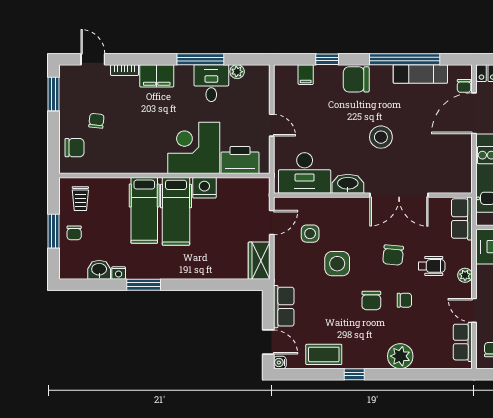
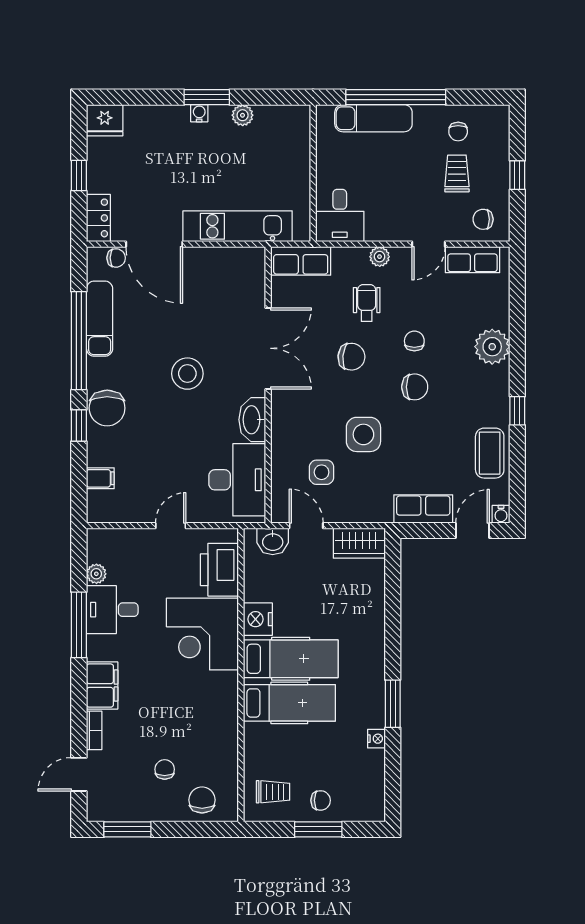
window: (327, 59) -> (79, 425), moved
chair: (96, 121) -> (165, 769), turned 84
washbasin: (99, 270) -> (273, 541), moved, turned -90

